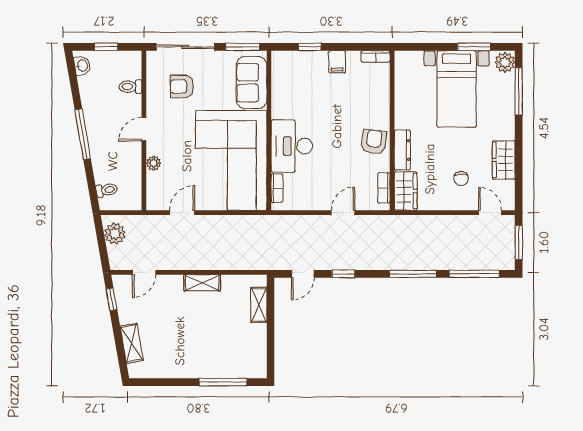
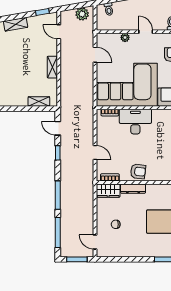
wardrobe: (504, 160) -> (127, 250), removed
door: (490, 213) -> (95, 242), swing flipped

